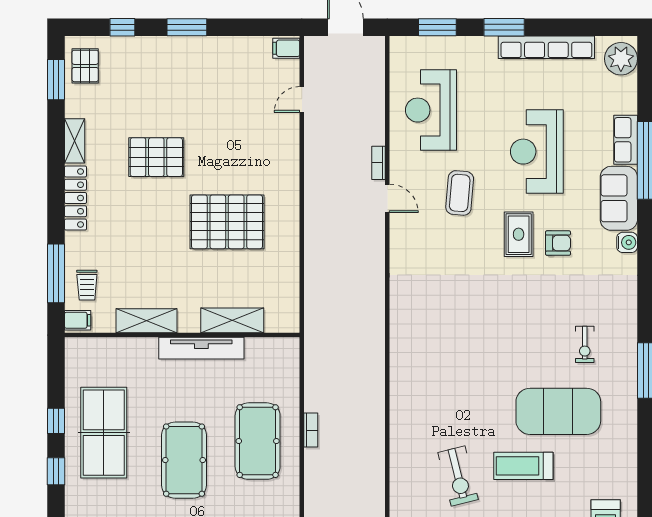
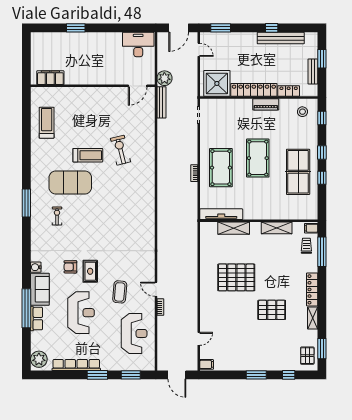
tv unit: (201, 348) -> (221, 214), moved

